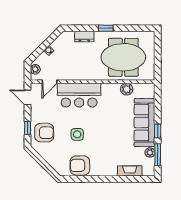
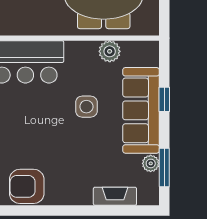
window: (158, 131) -> (164, 99), moved
side table: (77, 134) -> (86, 107), moved

